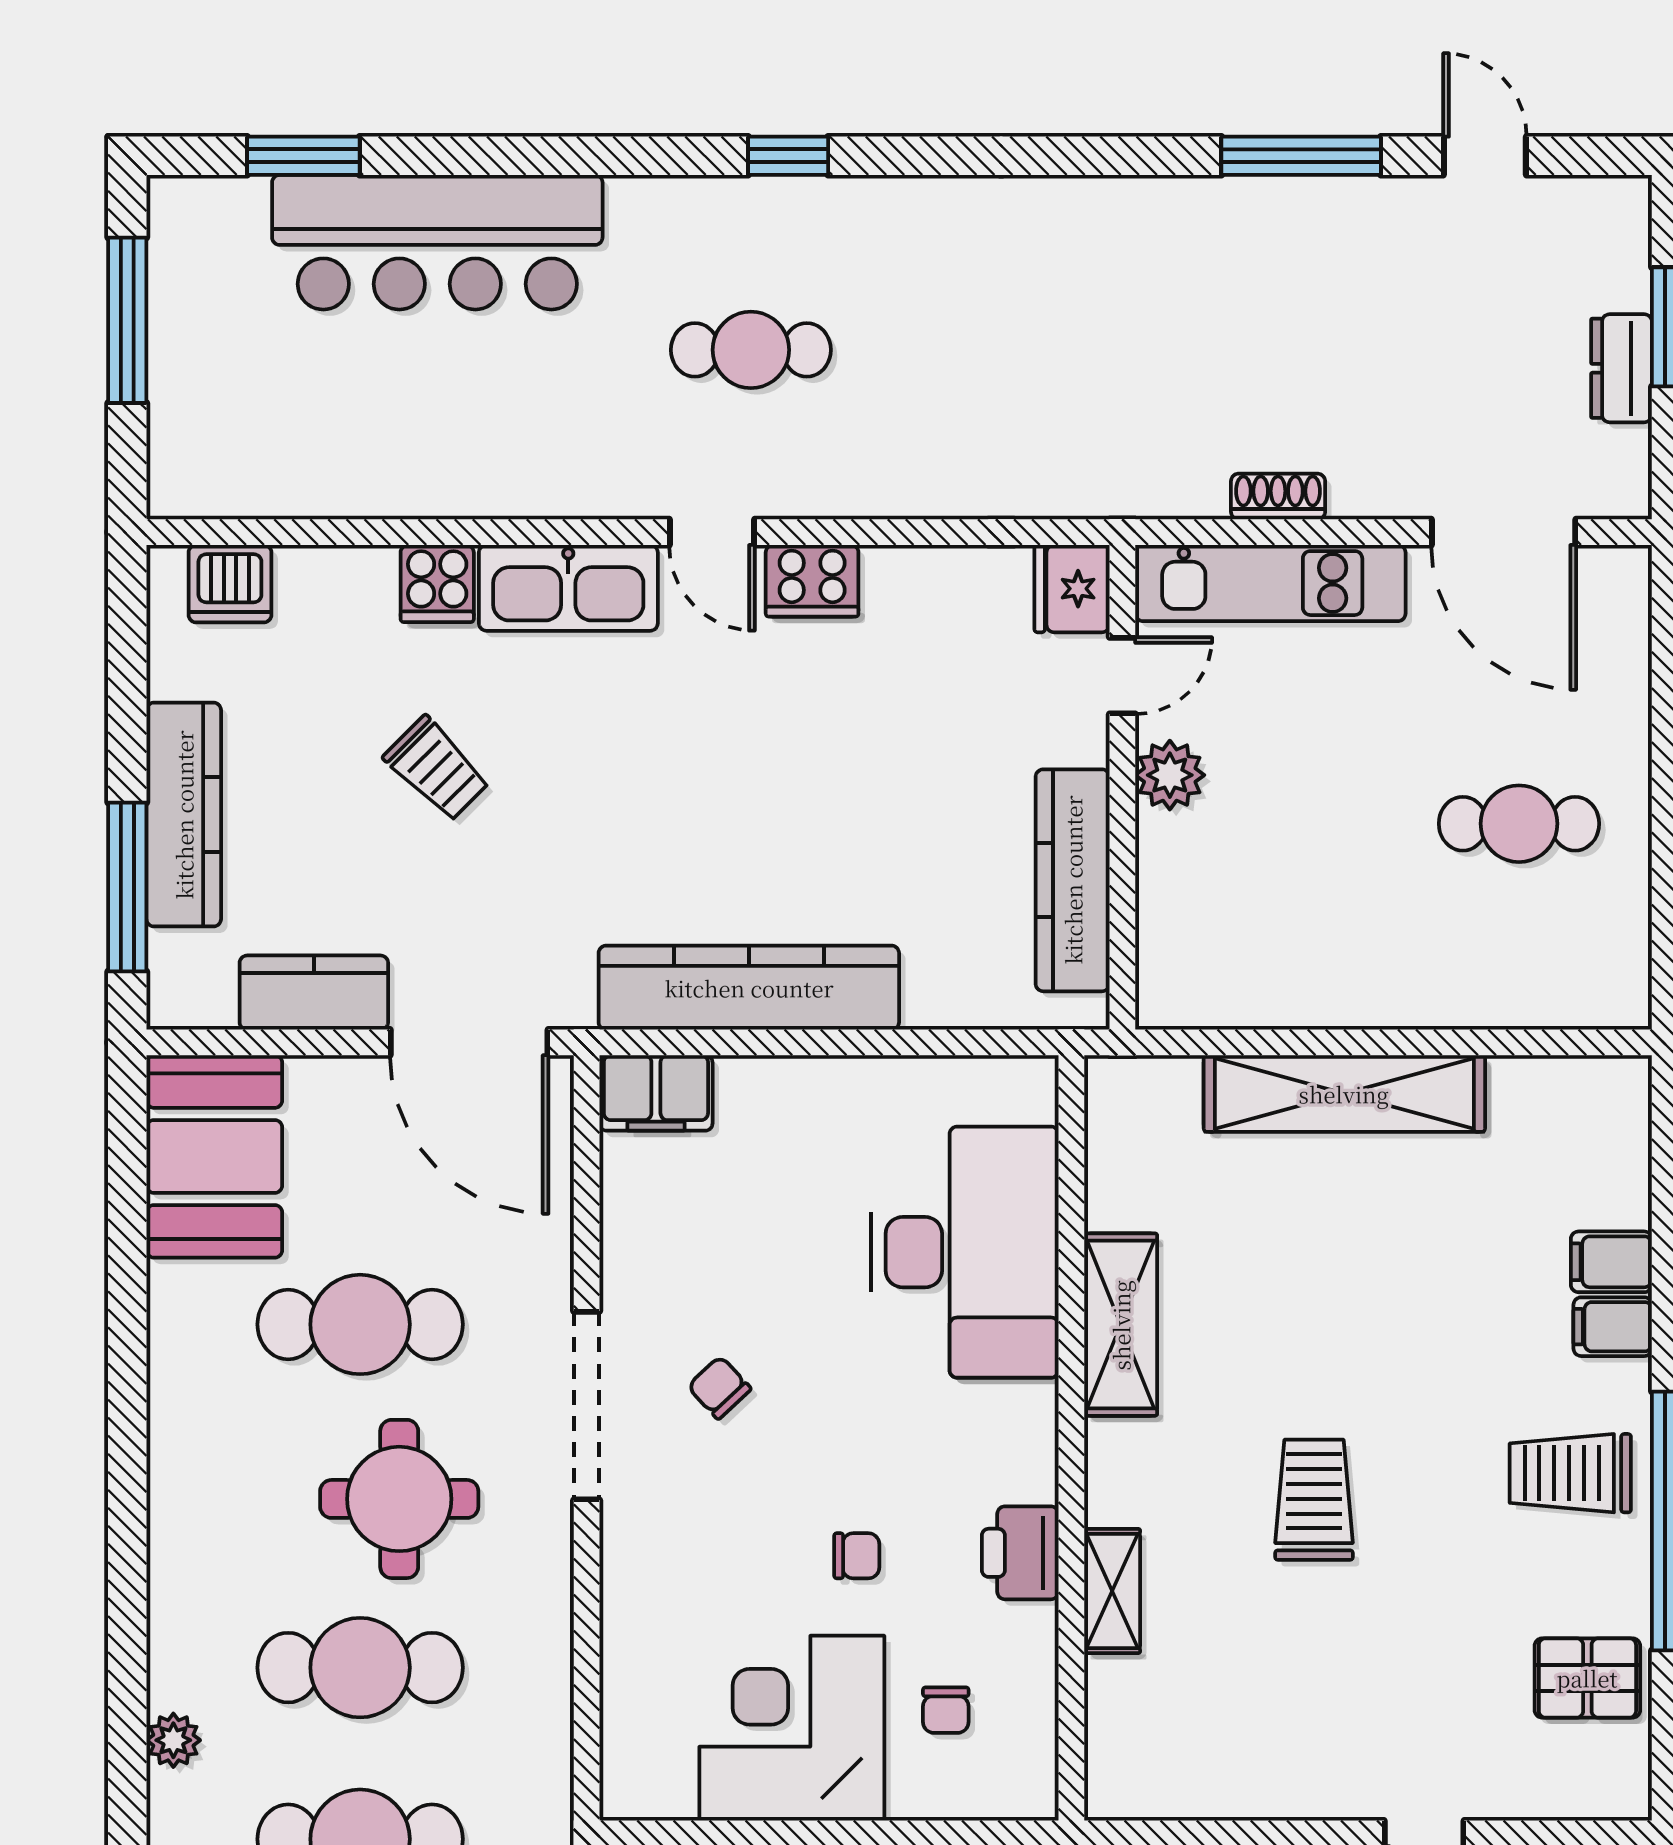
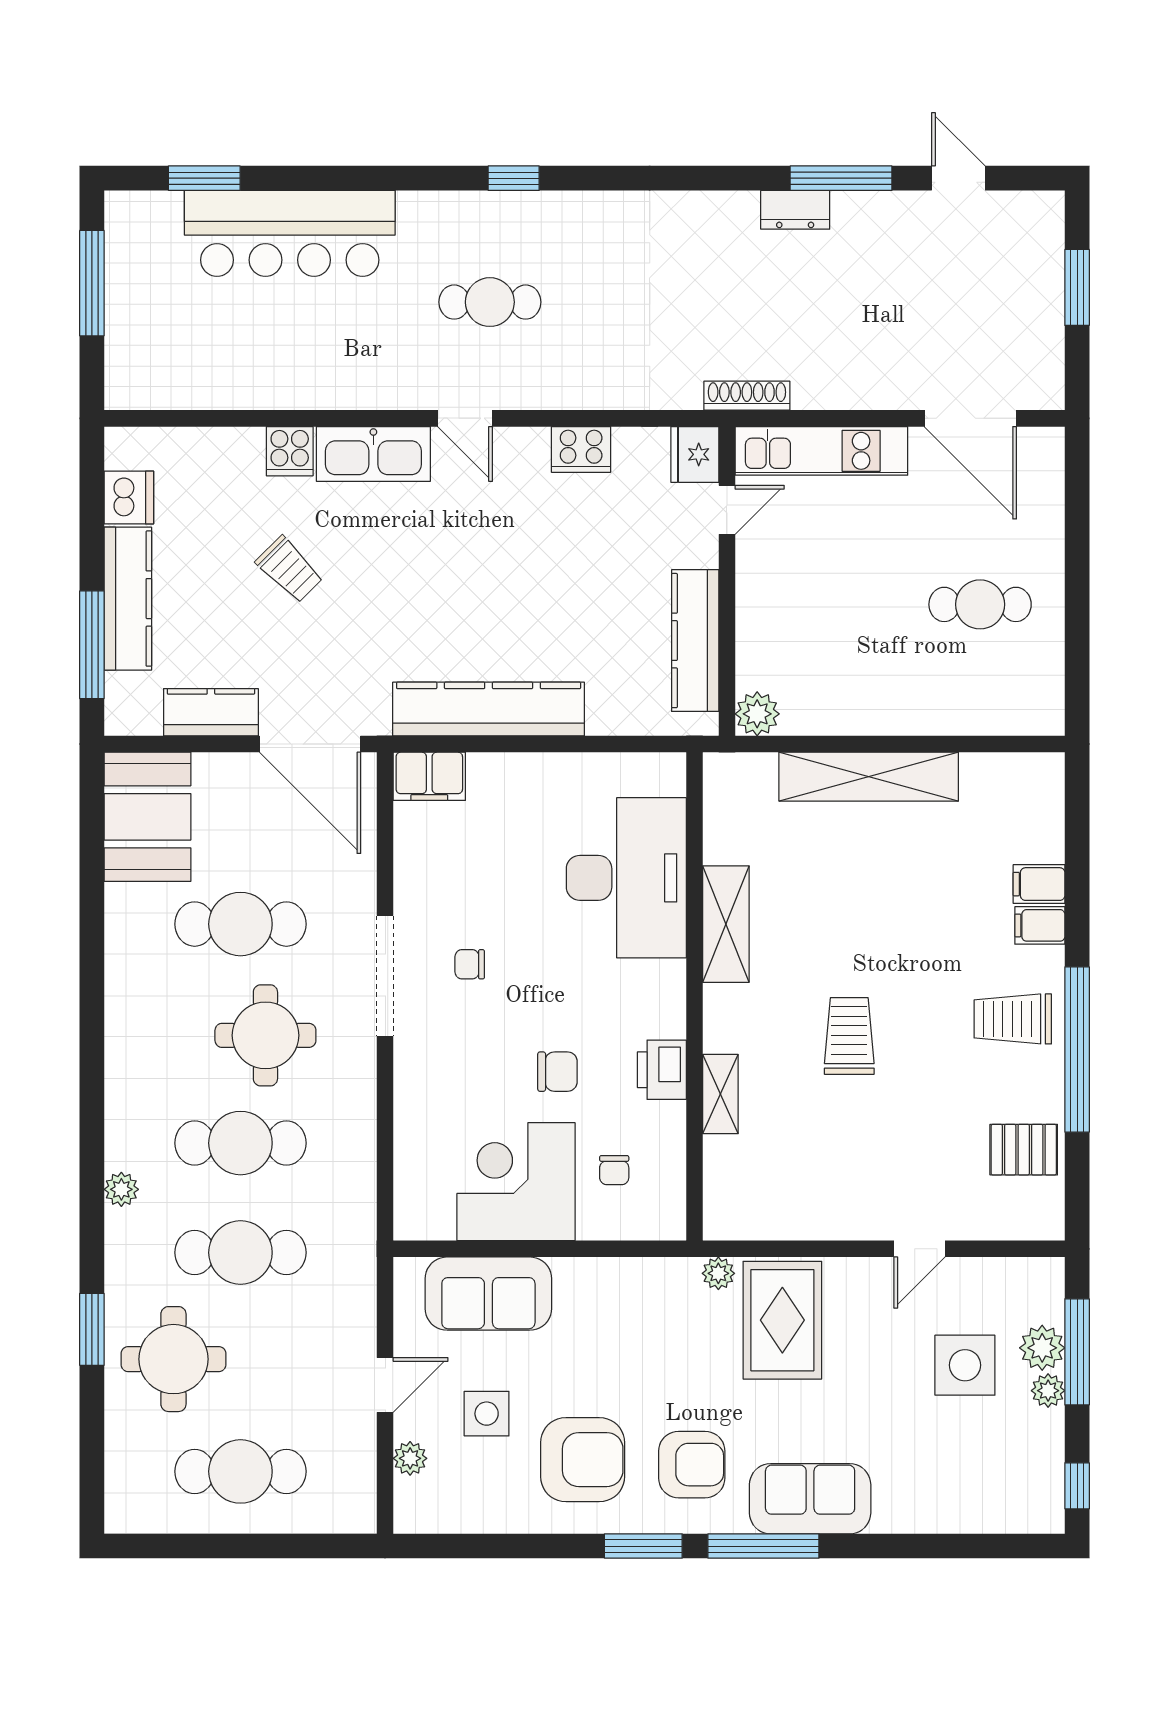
dresser: (1621, 368) -> (795, 210), moved, turned -90
shoe rack: (1278, 497) -> (747, 396), moved, width x1.43
cooker: (812, 581) -> (581, 449), moved
dishwasher: (230, 584) -> (129, 497), moved, turned -90
plant: (1170, 775) -> (757, 714), moved
chair: (719, 1388) -> (470, 964), turned -47
chair: (857, 1556) -> (557, 1072), width x1.37, depth x1.37

